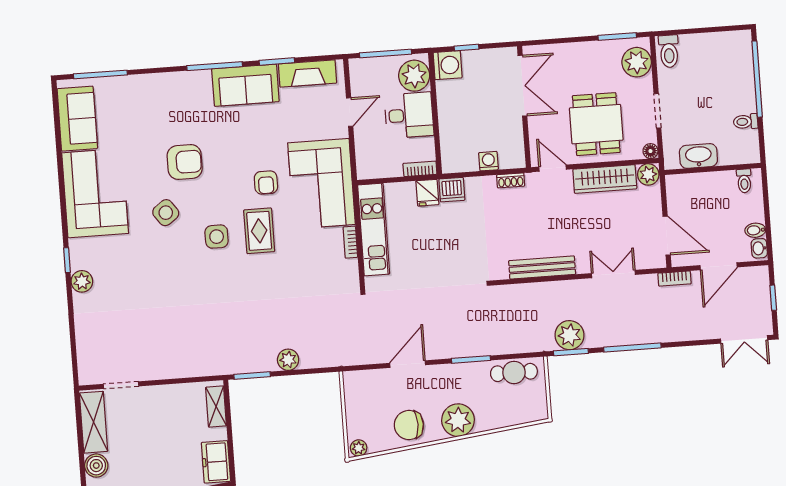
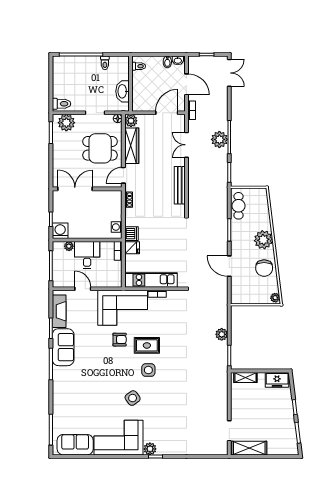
plant: (414, 76) -> (69, 246), width x0.53, depth x0.53
washing machine: (488, 161) -> (117, 227), moved
armchair: (185, 162) -> (104, 385), removed
plant: (82, 281) -> (150, 449), moved
plant: (569, 335) -> (219, 139), moved
boiler: (96, 466) -> (274, 448), removed

